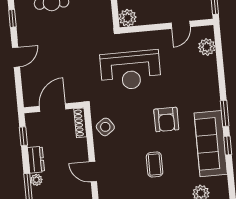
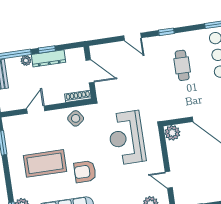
window: (23, 136) -> (47, 49), moved
dresser: (36, 160) -> (49, 58), width x1.44
coffee table: (155, 164) -> (45, 163), width x1.86, depth x1.72

